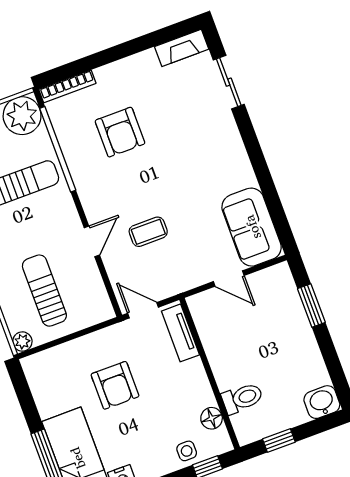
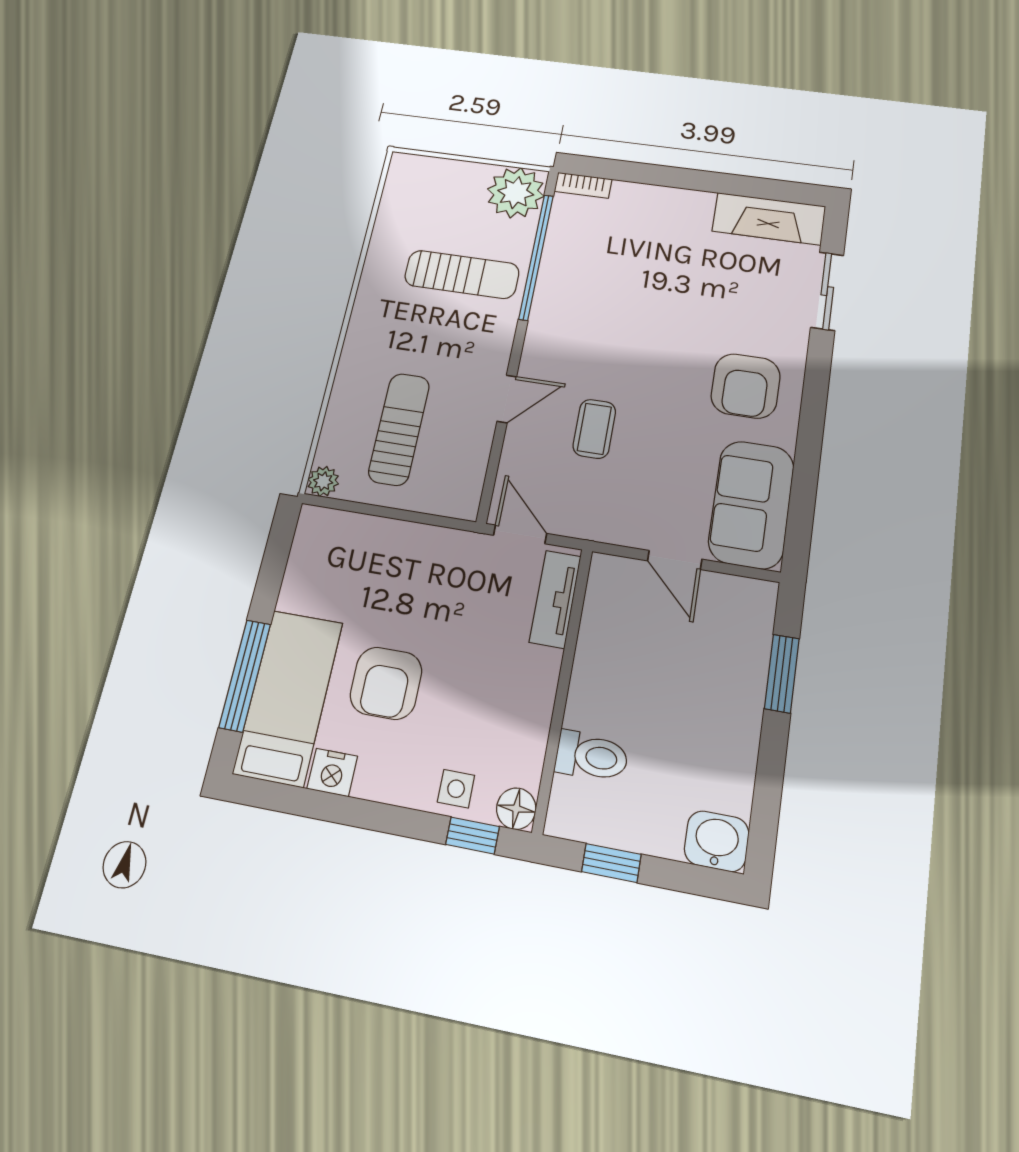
fireplace: (182, 48) -> (769, 219), width x1.37, depth x1.32
bookcase: (67, 86) -> (583, 185), width x0.64
armchair: (120, 132) -> (746, 386), moved
coffee table: (148, 232) -> (594, 429), turned 90
armchair: (115, 385) -> (386, 683), moved
floor lamp: (212, 418) -> (516, 809), moved

